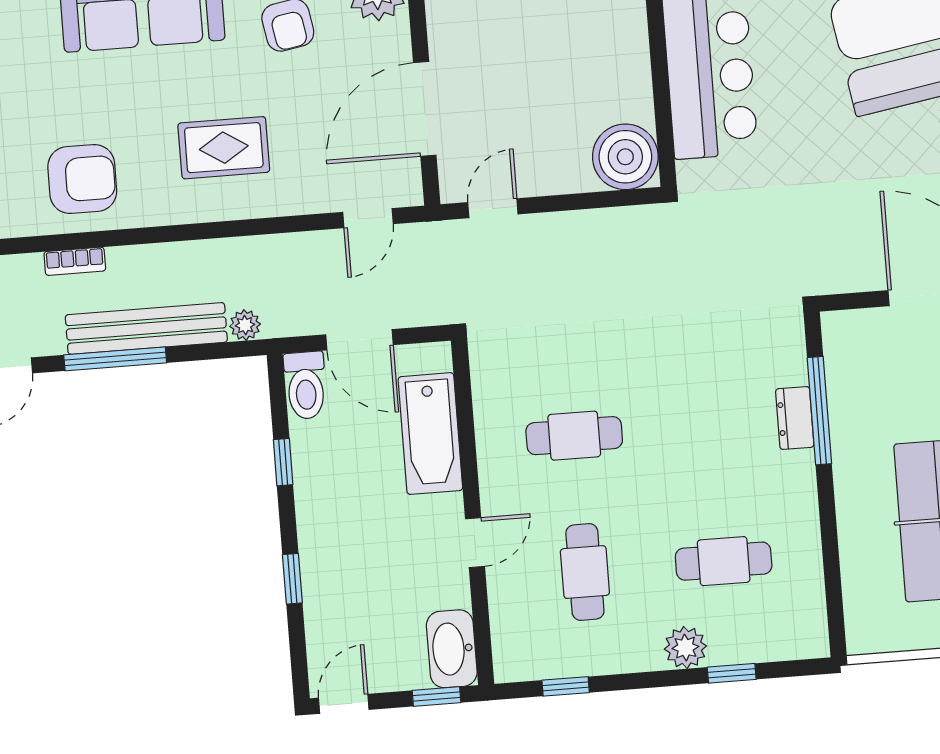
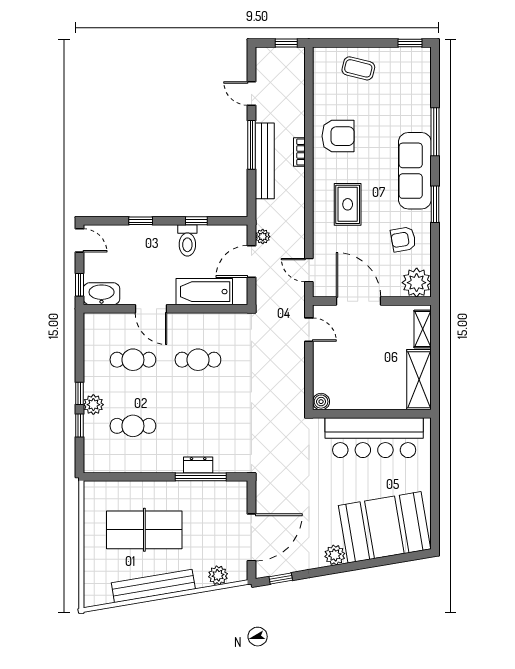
boiler: (625, 157) -> (321, 402), width x0.54, depth x0.54
armchair: (82, 179) -> (338, 136), turned -90
bookcase: (75, 261) -> (299, 152), moved
plant: (245, 325) -> (263, 237), moved
toilet: (305, 385) -> (187, 240), moved, turned -90
cafe table: (574, 436) -> (198, 360), turned 90
door: (475, 543) -> (151, 309), width x1.37
cafe table: (724, 561) -> (133, 426), turned 90
window: (566, 686) -> (79, 393), moved

